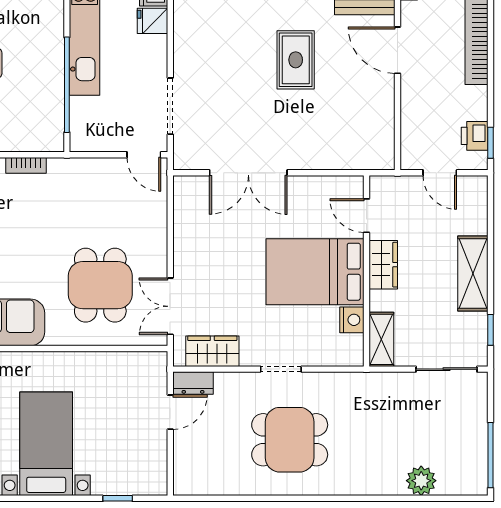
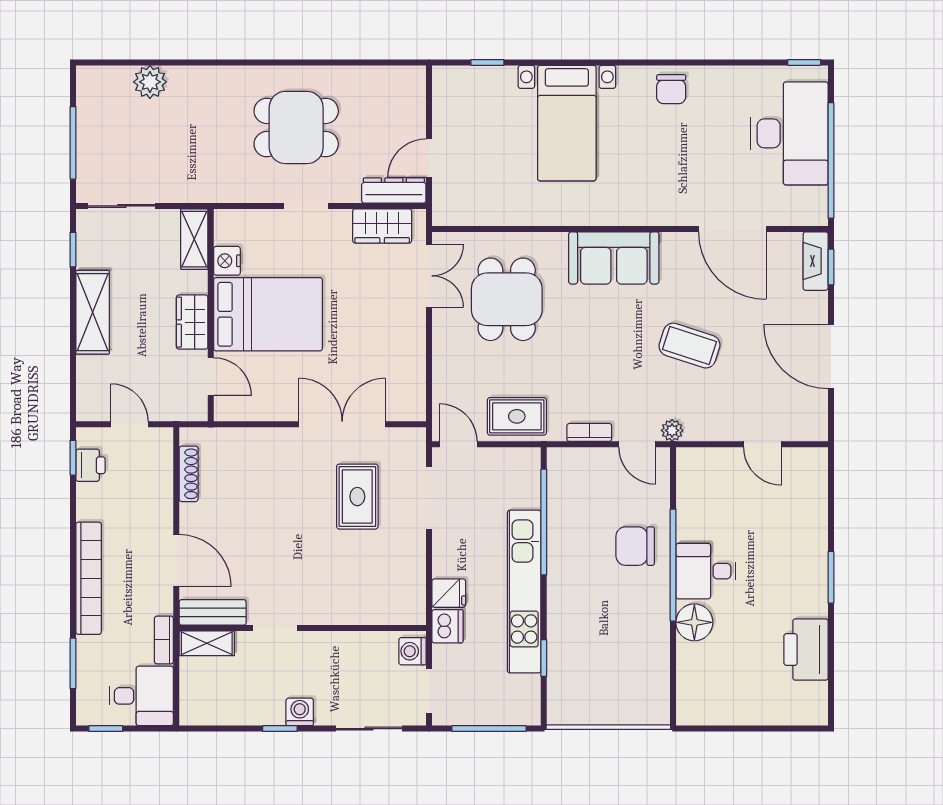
rug: (296, 60) -> (357, 497), moved
shoe rack: (386, 128) -> (189, 474), added
rug: (91, 180) -> (517, 416), added
dresser: (193, 383) -> (394, 191), width x1.44
window: (491, 455) -> (73, 143), moved

